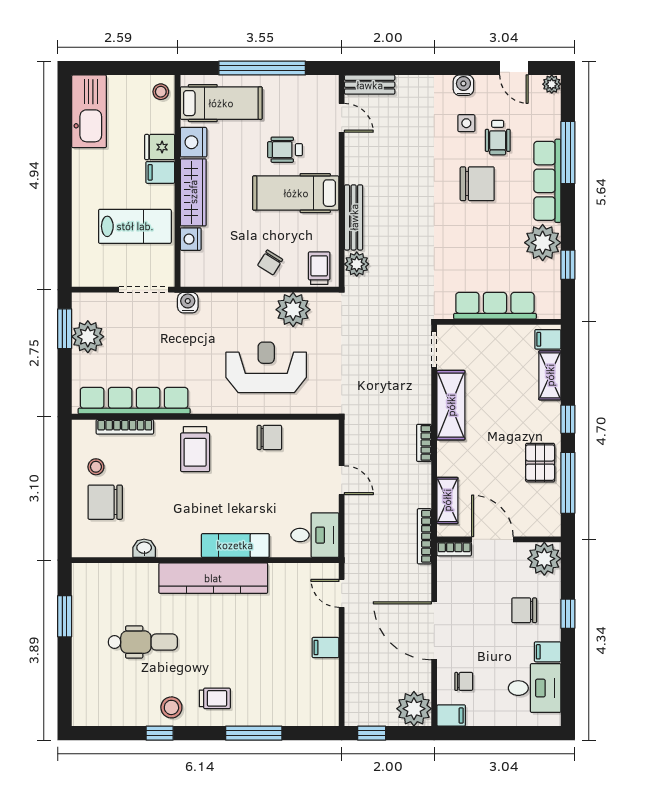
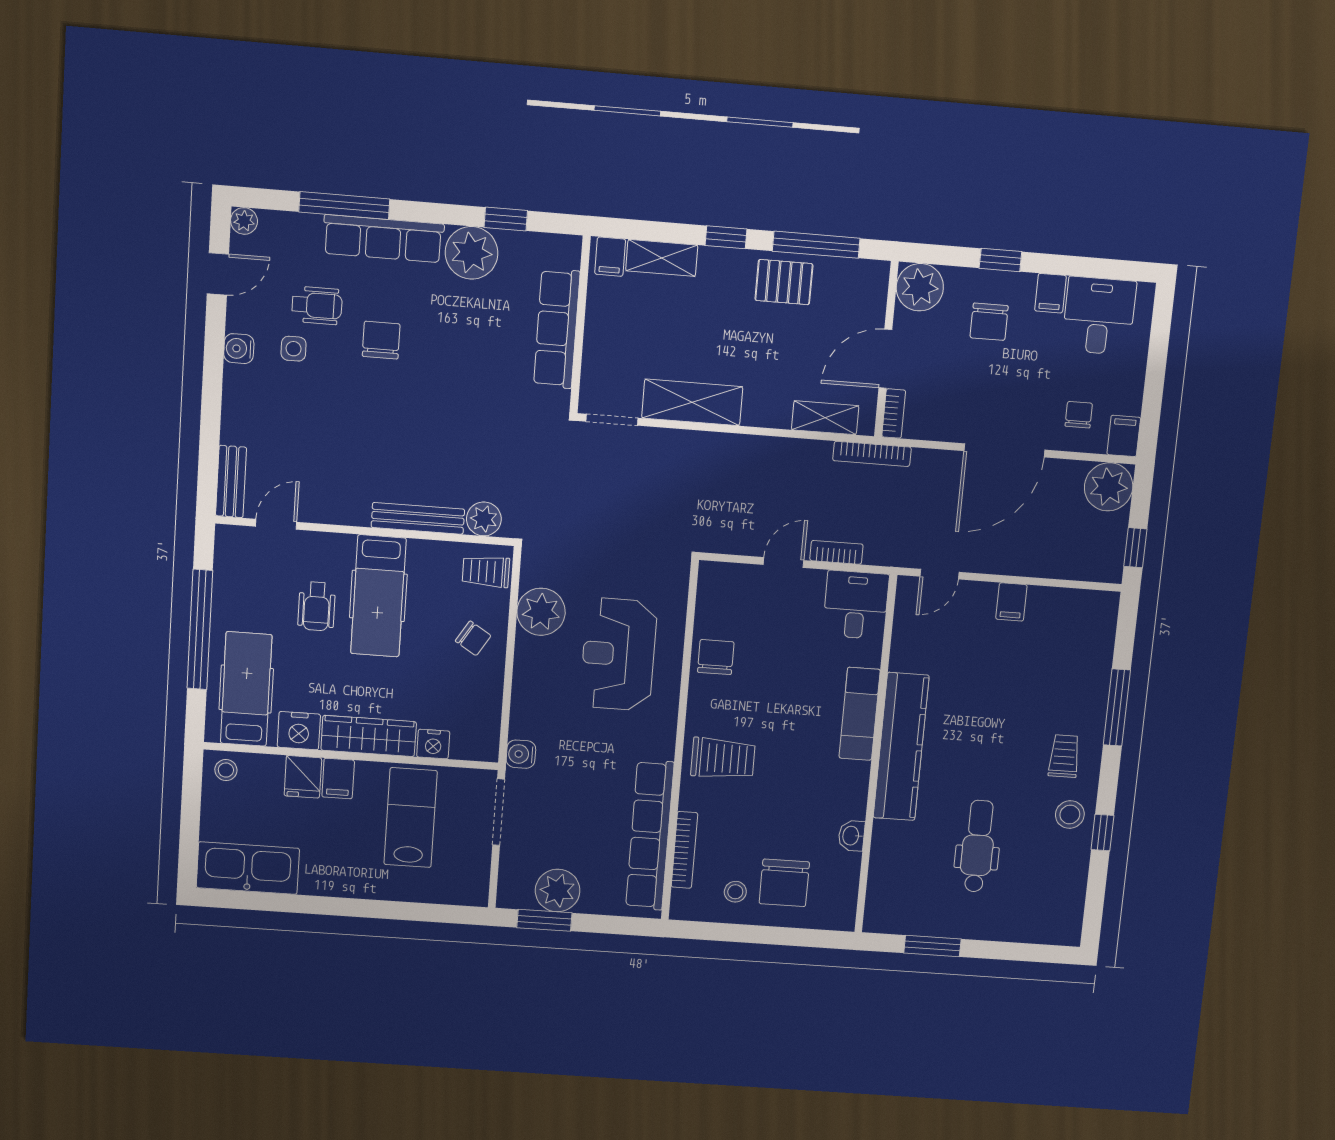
chair: (477, 184) -> (381, 340), width x0.73, depth x0.73
bookcase: (424, 443) -> (836, 552), moved, turned 180

